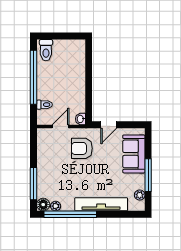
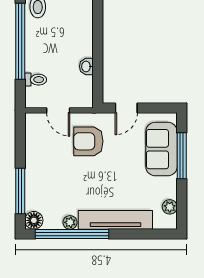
washbasin: (80, 119) -> (86, 66), moved
door: (60, 126) -> (58, 110), swing flipped
window: (148, 175) -> (182, 156), moved
plant: (56, 206) -> (70, 222), moved

